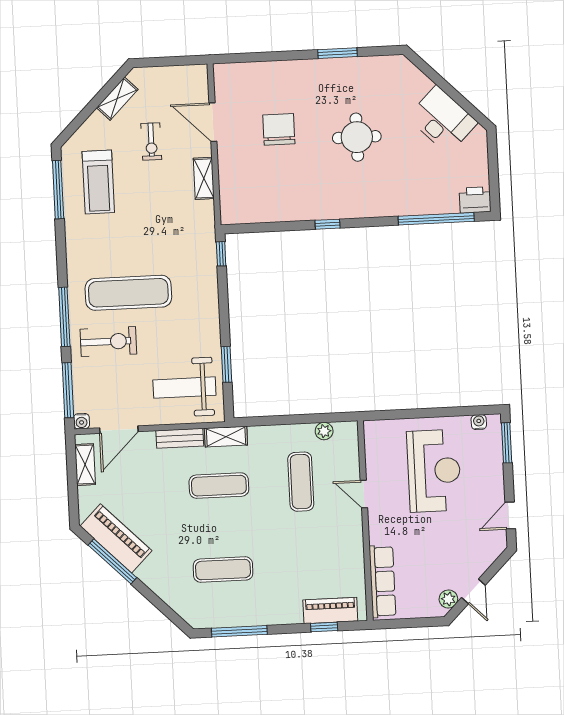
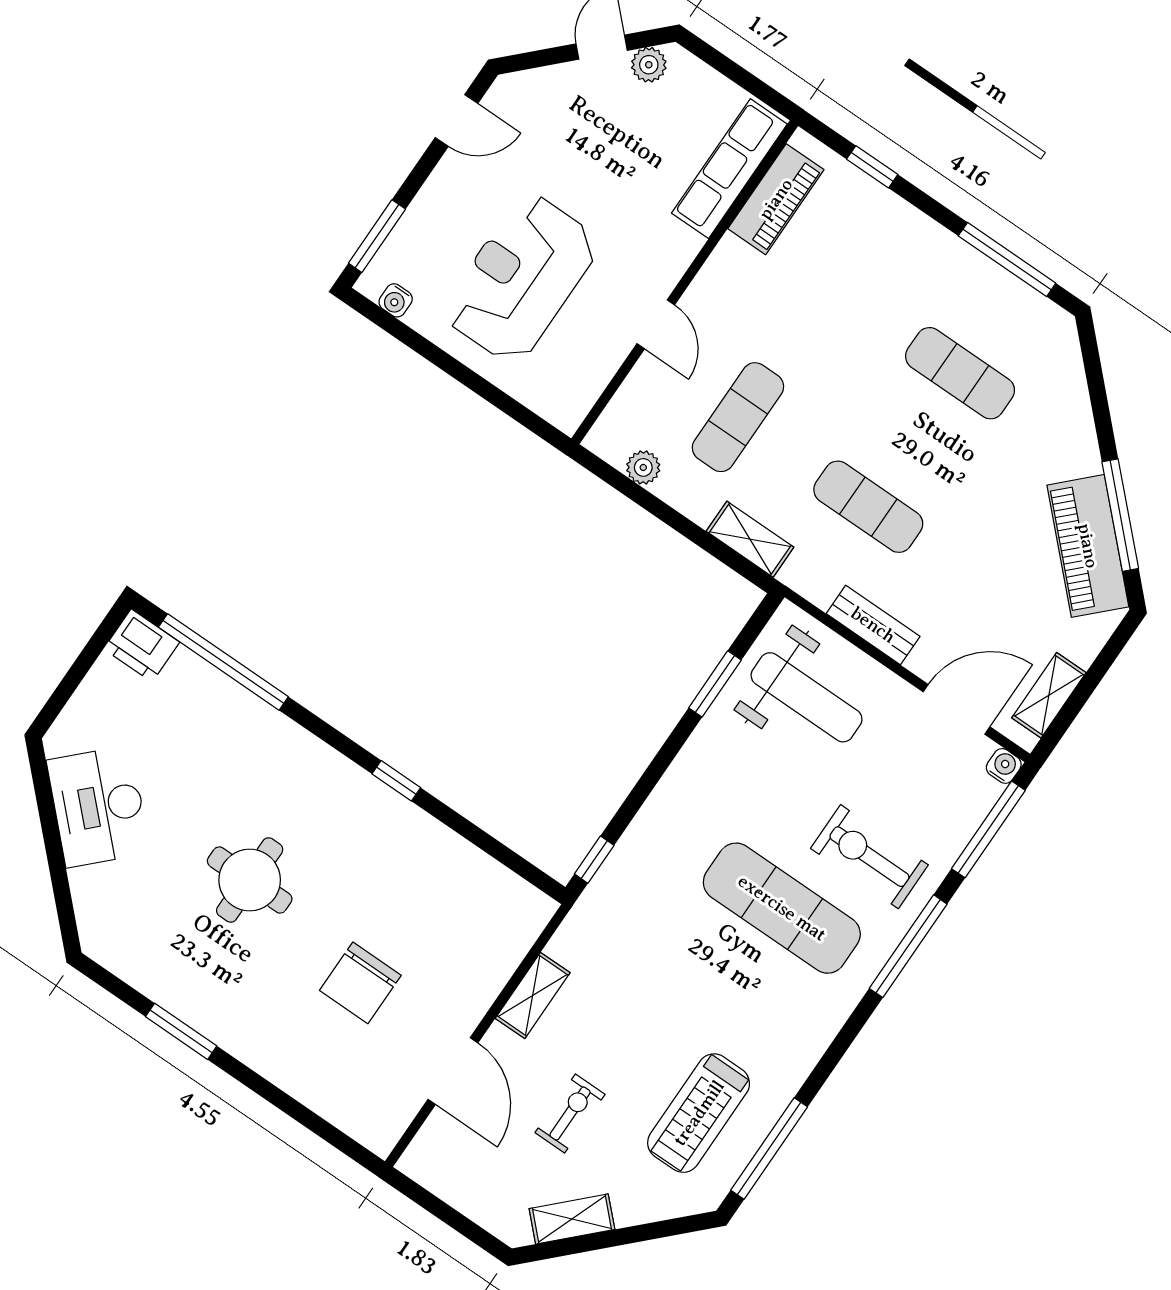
treadmill: (98, 182) -> (699, 1113), turned 180
shelving: (226, 437) -> (750, 539), moved
piano: (330, 610) -> (776, 199), moved, turned -90

